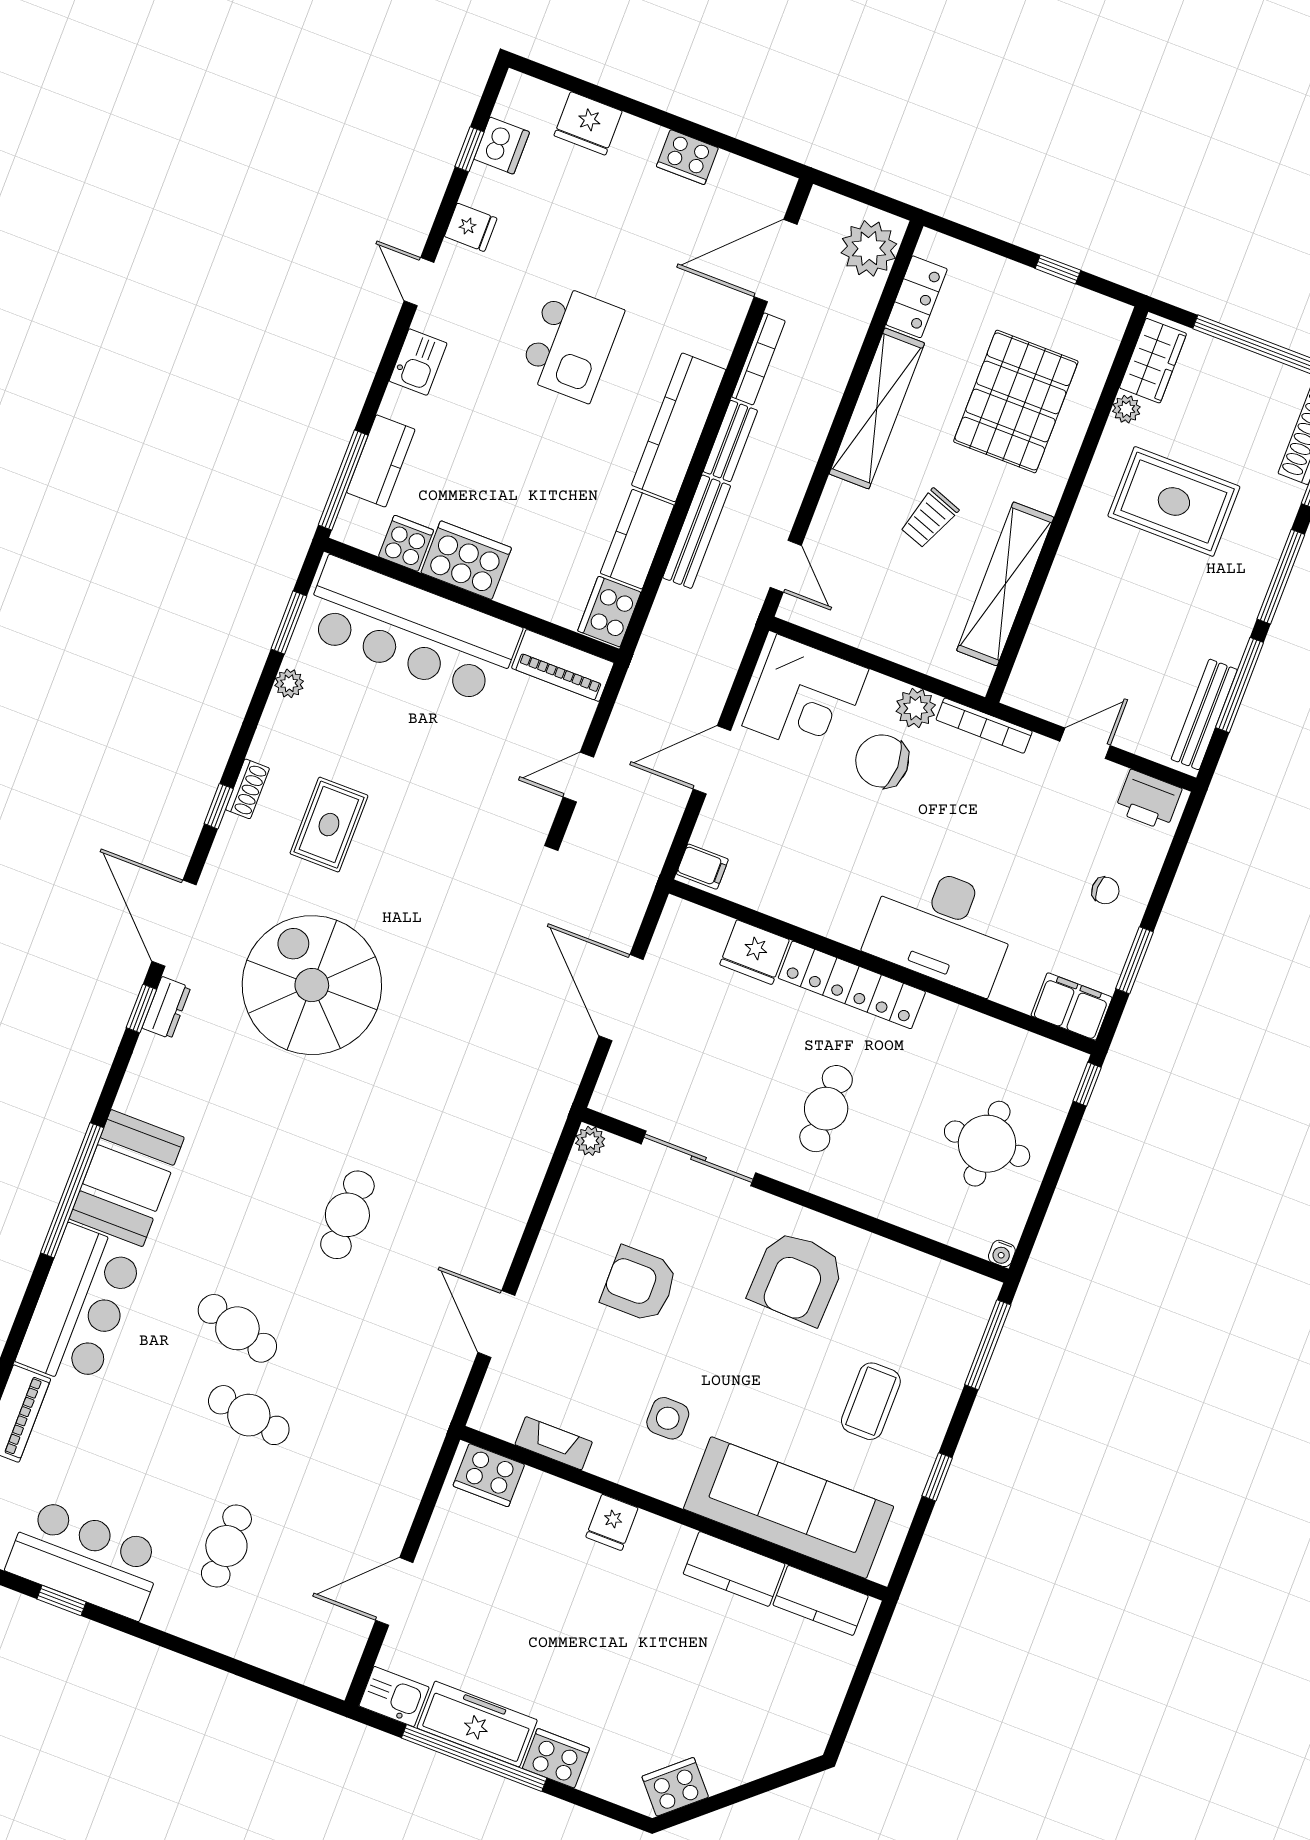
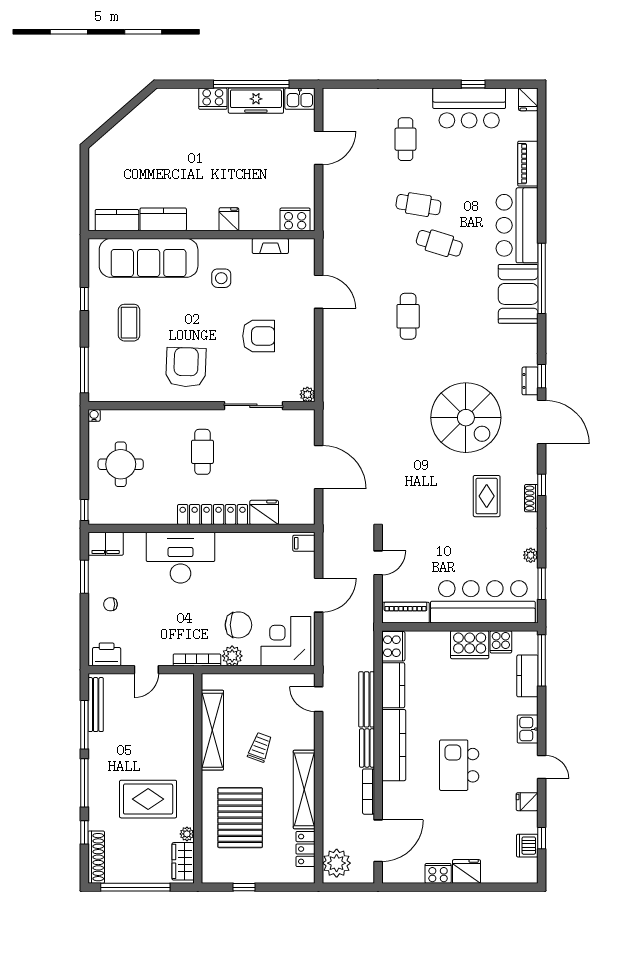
fridge: (588, 123) -> (466, 871), moved
cooker: (675, 1787) -> (152, 107), removed

